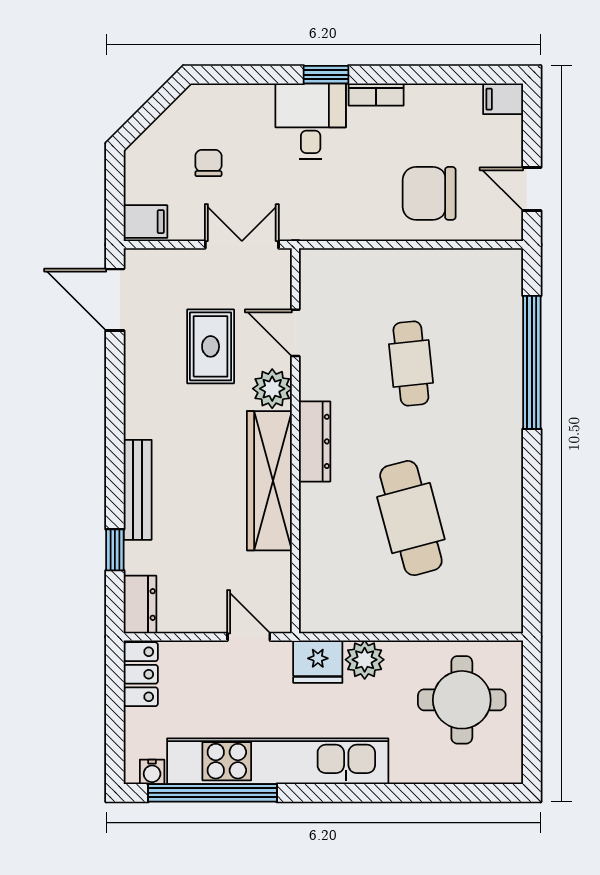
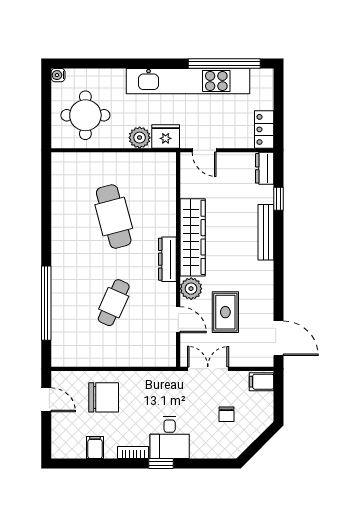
filing cabinet: (503, 99) -> (95, 447), moved, turned -90
double door: (242, 245) -> (208, 369), swing flipped
cafe table: (411, 363) -> (114, 303), turned 30
water cooler: (152, 772) -> (58, 75), moved, turned -90

